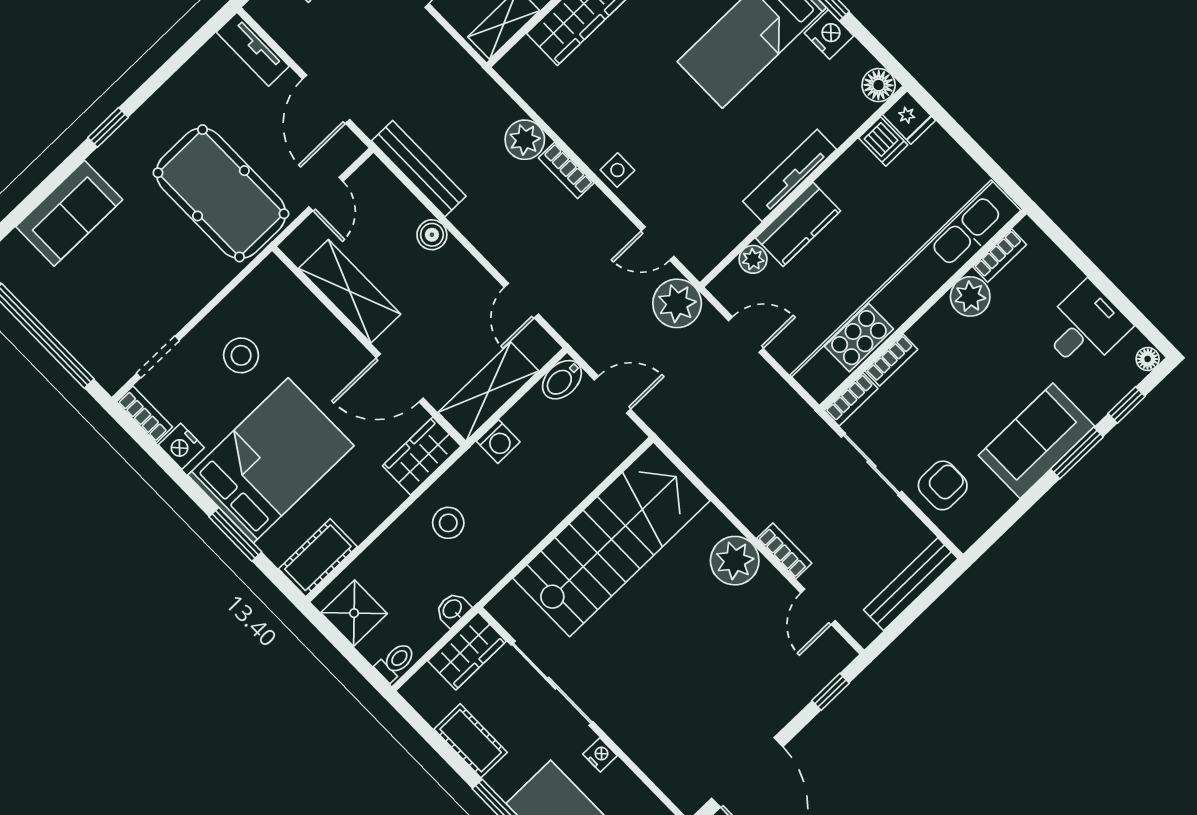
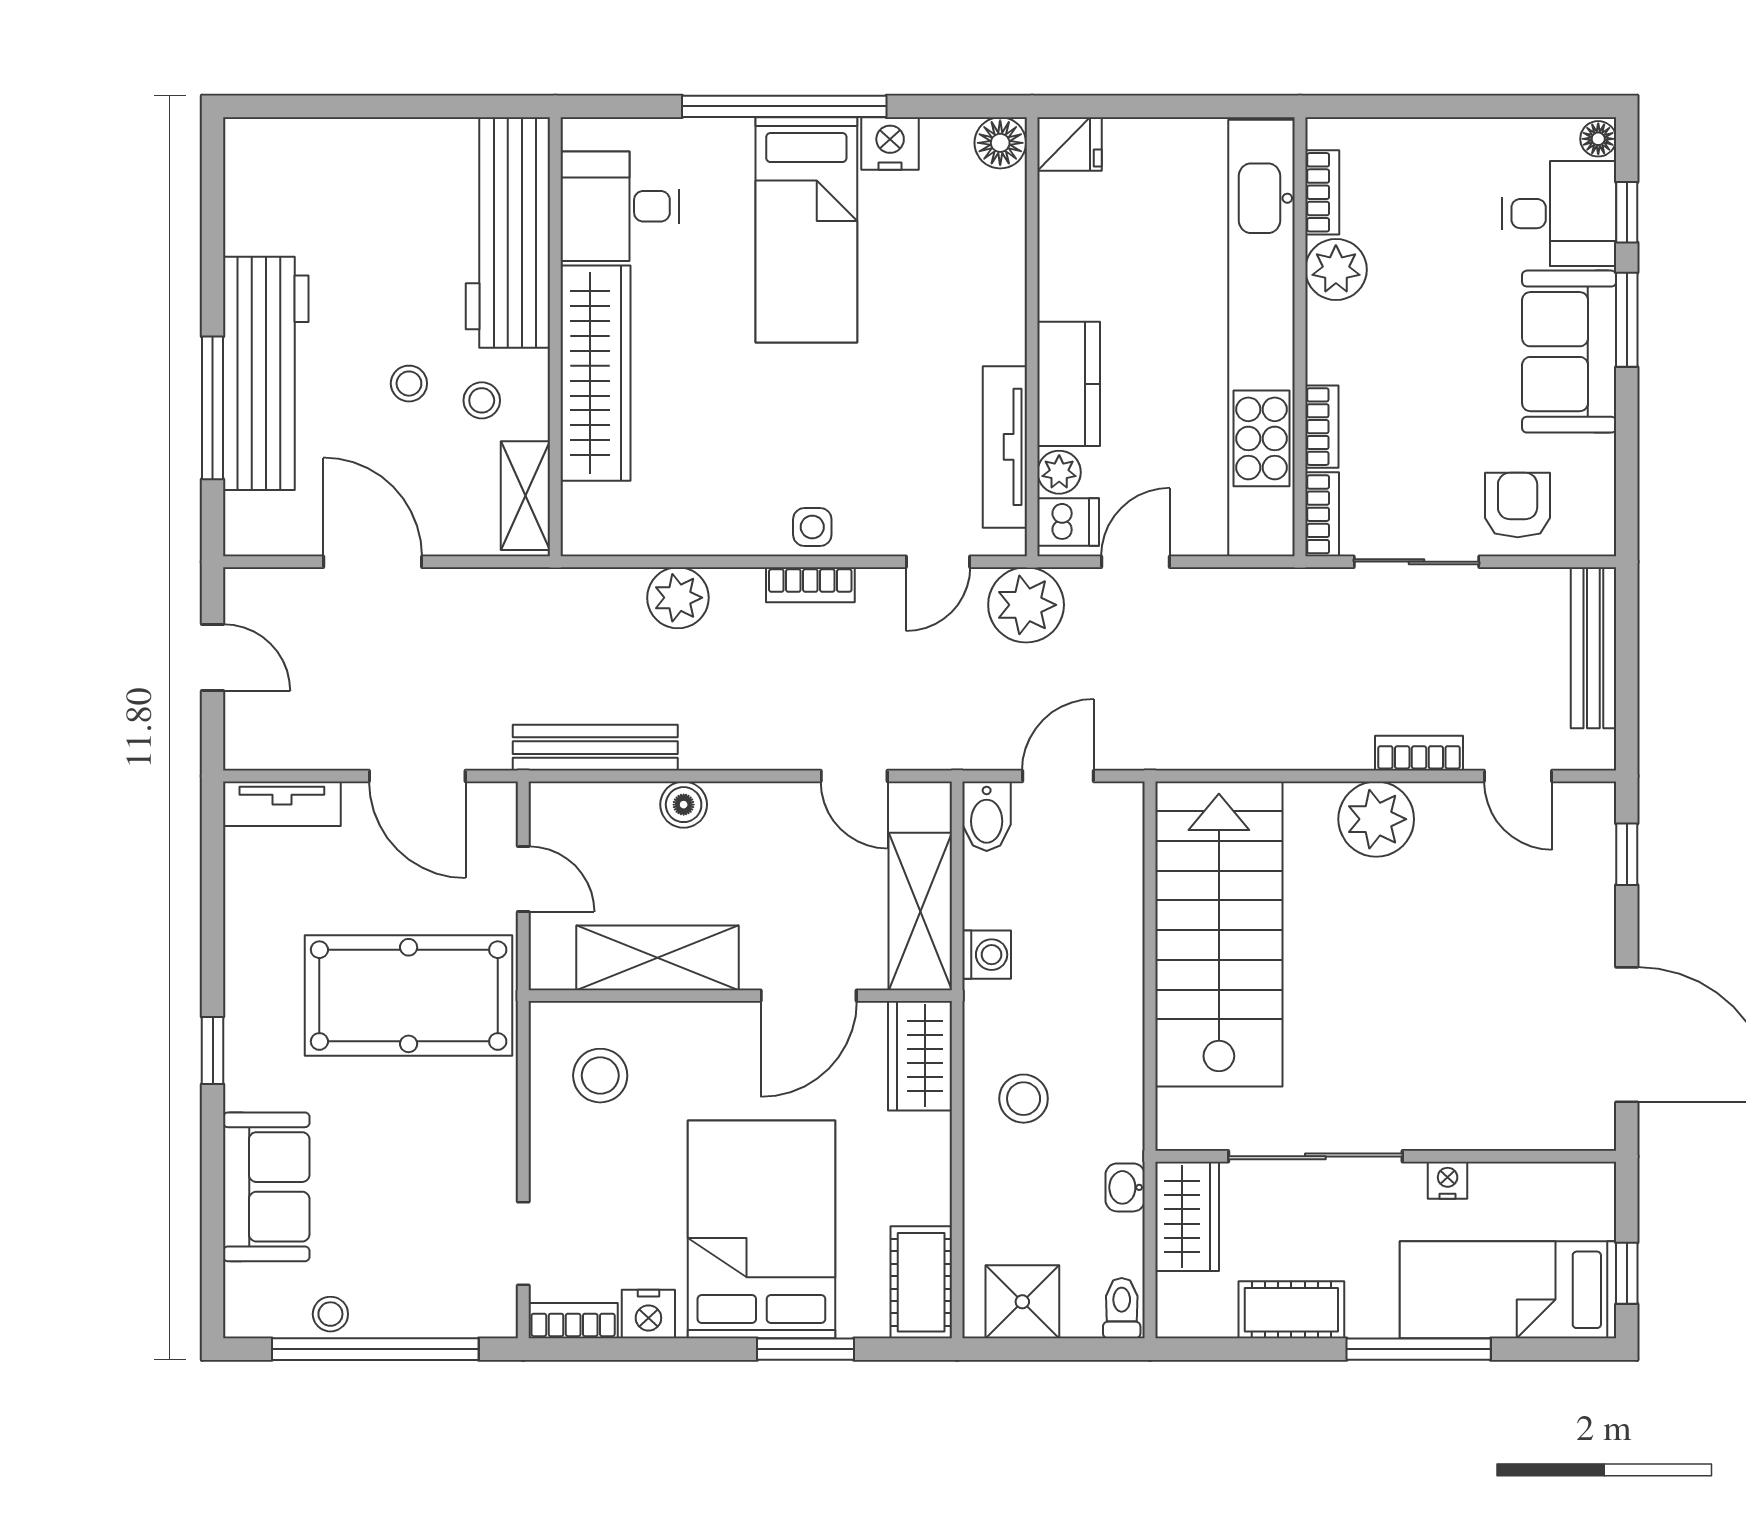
dishwasher: (883, 141) -> (1068, 522), moved
bookcase: (566, 170) -> (810, 585), moved
tv unit: (790, 175) -> (1005, 447), moved
stool: (39, 300) -> (330, 1314), added
desk: (1085, 327) -> (1559, 214), moved, turned 90
stool: (241, 355) -> (600, 1076), moved

